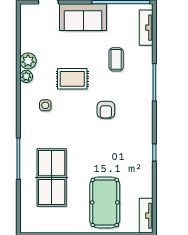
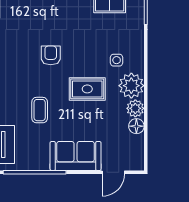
floor lamp: (27, 45) -> (136, 126), added
plant: (26, 76) -> (131, 86), width x1.87, depth x1.87

